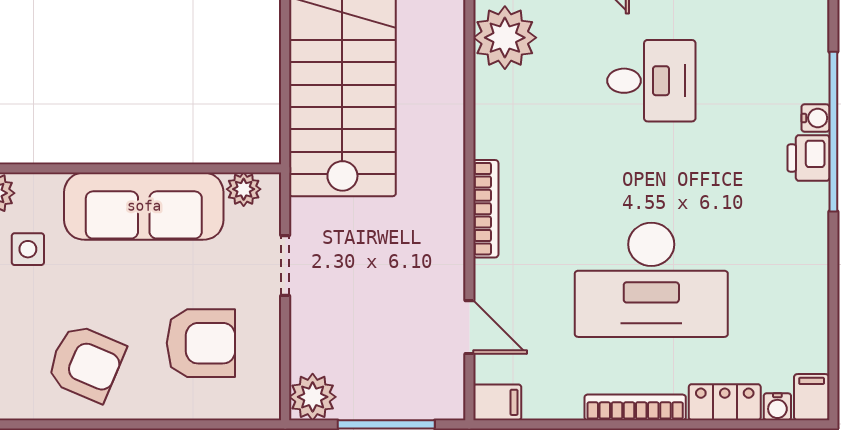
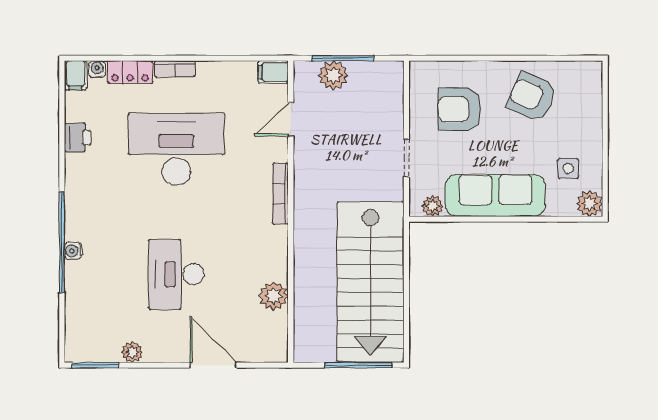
plant: (505, 38) -> (274, 296), width x0.73, depth x0.73
desk: (651, 81) -> (176, 274), width x1.37
printer: (808, 158) -> (77, 138), moved
door: (469, 327) -> (291, 119), hinge flipped
plant: (313, 397) -> (333, 75), moved
bookcase: (635, 407) -> (175, 69), width x0.64

